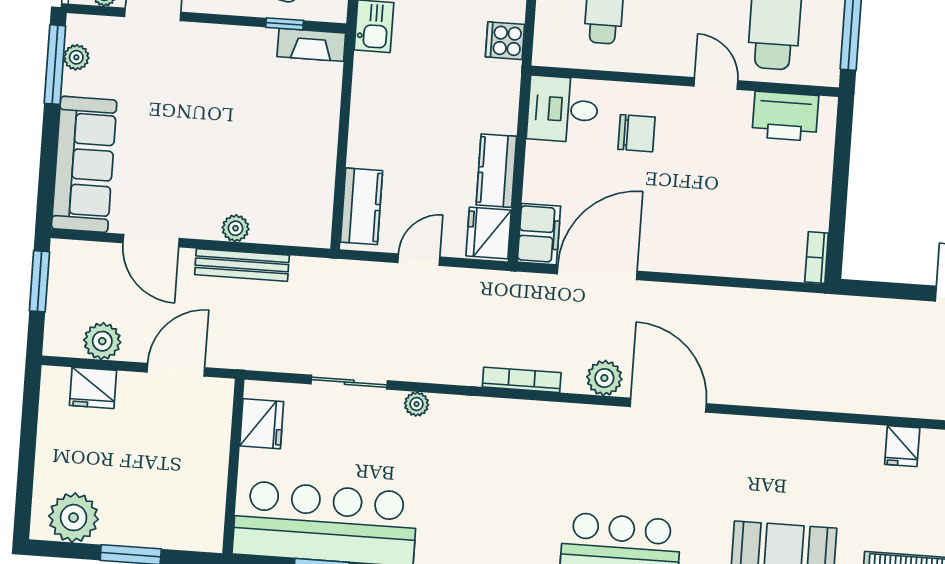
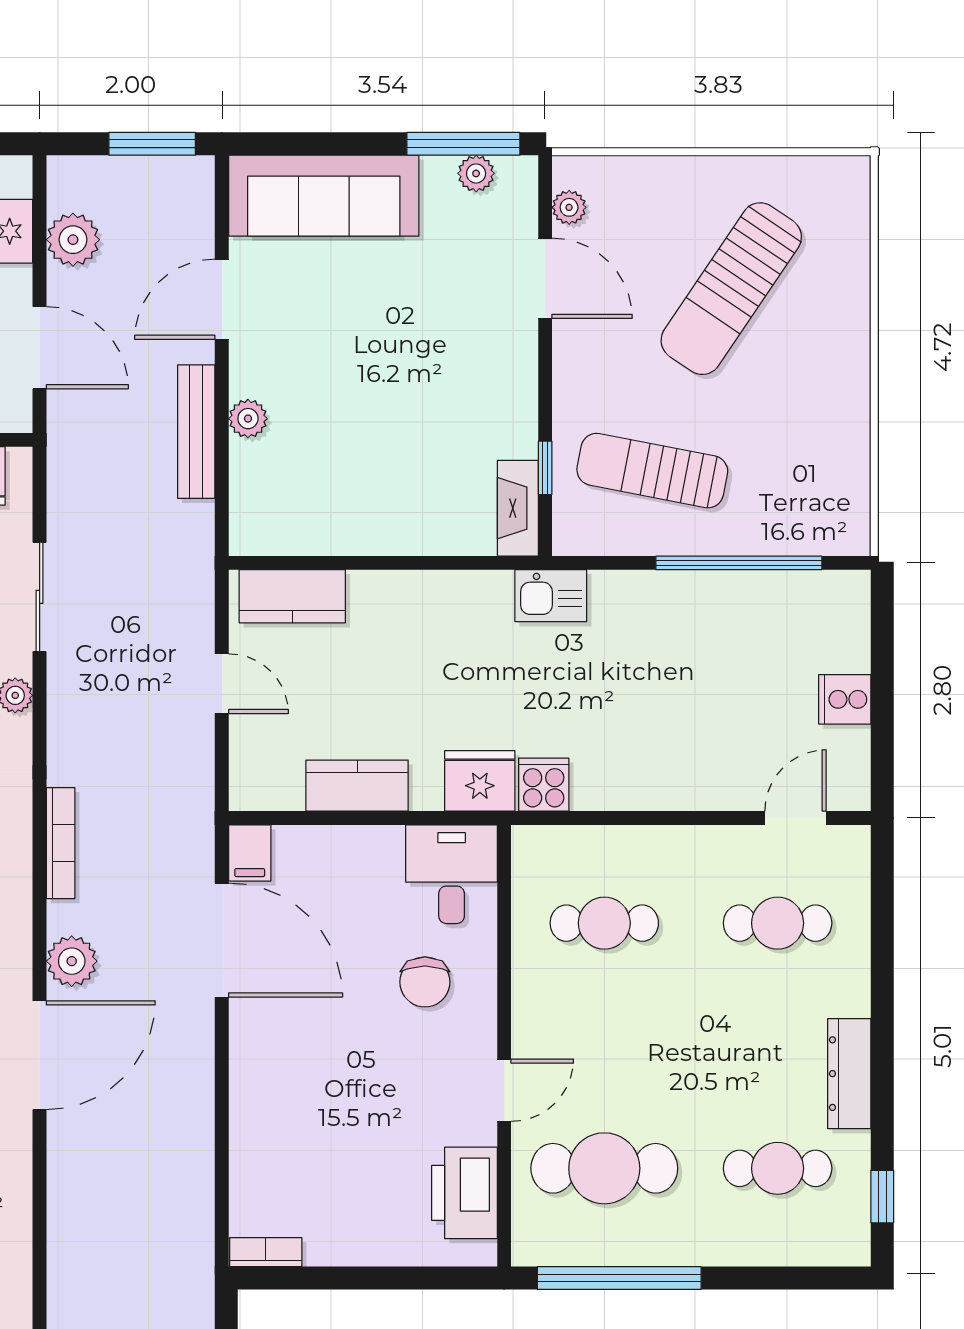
fridge: (489, 233) -> (480, 781), moved
filing cabinet: (539, 234) -> (250, 853), width x0.50

